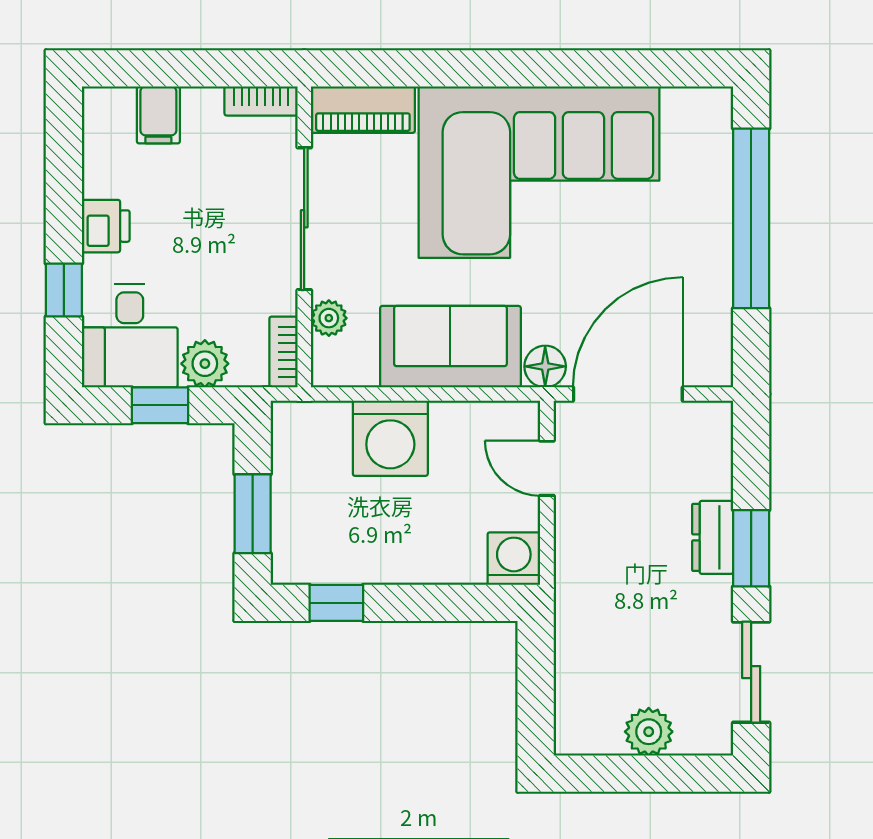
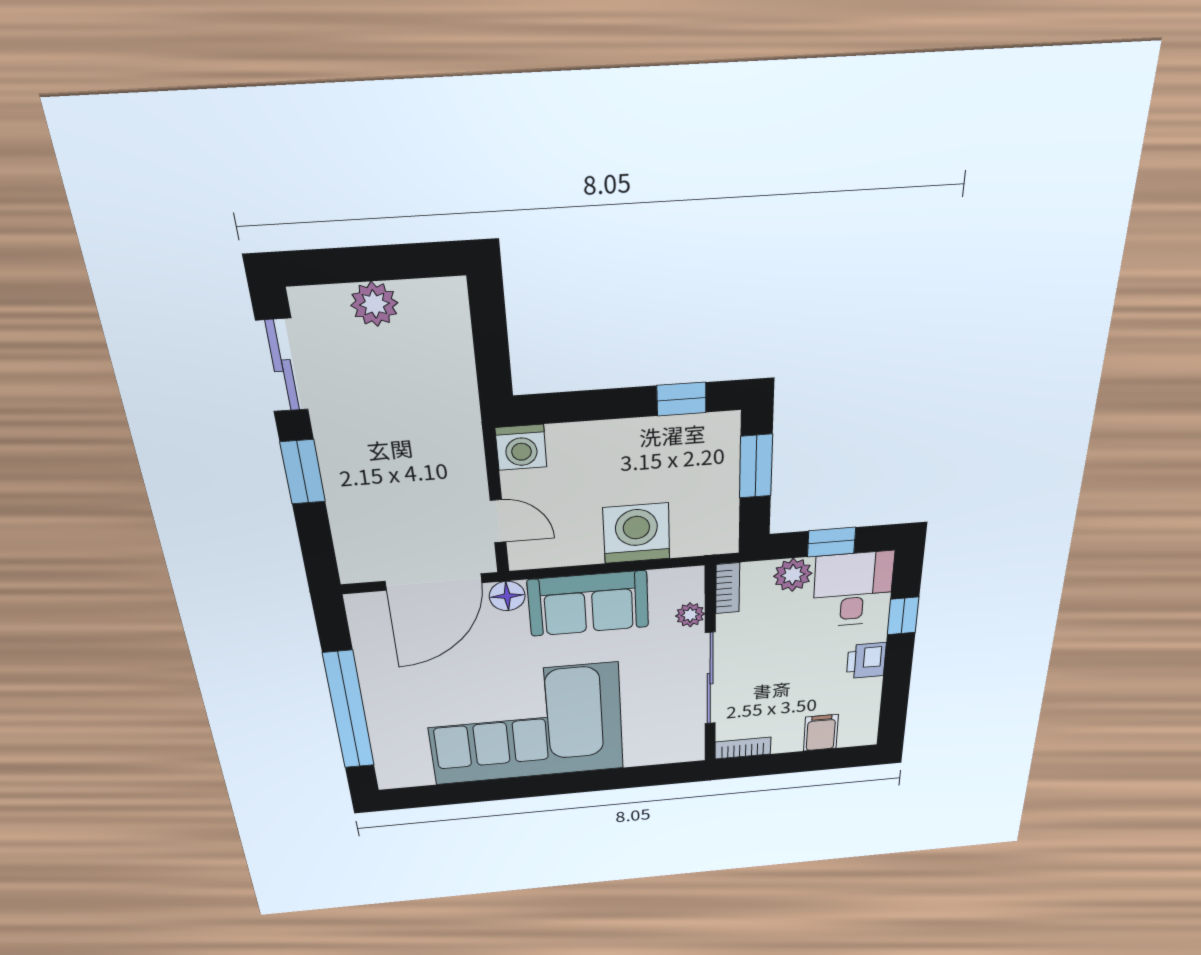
piano: (363, 110) -> (665, 750), removed
dresser: (713, 537) -> (340, 478), removed

